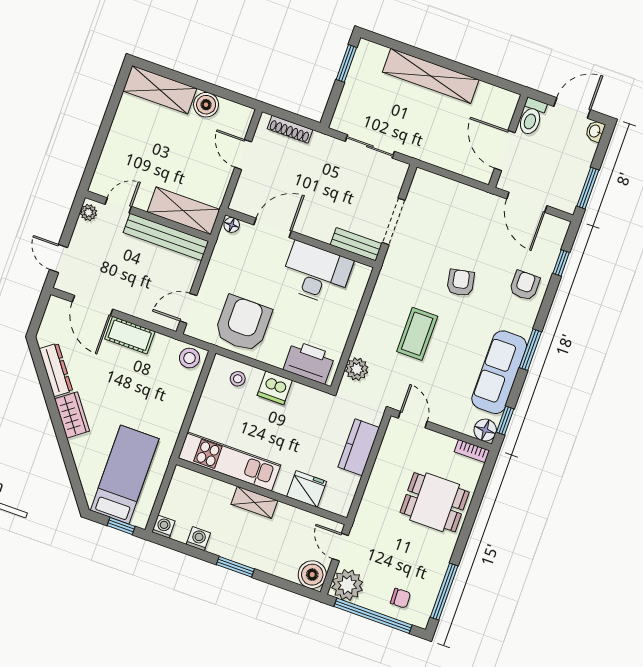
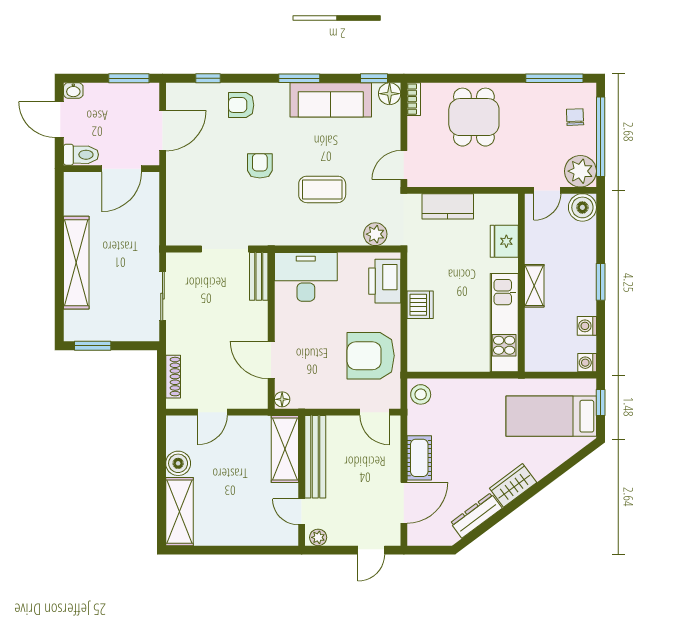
desk: (316, 273) -> (306, 277), moved, turned 90
armchair: (461, 283) -> (260, 166), turned 101
stool: (238, 379) -> (424, 342), removed

